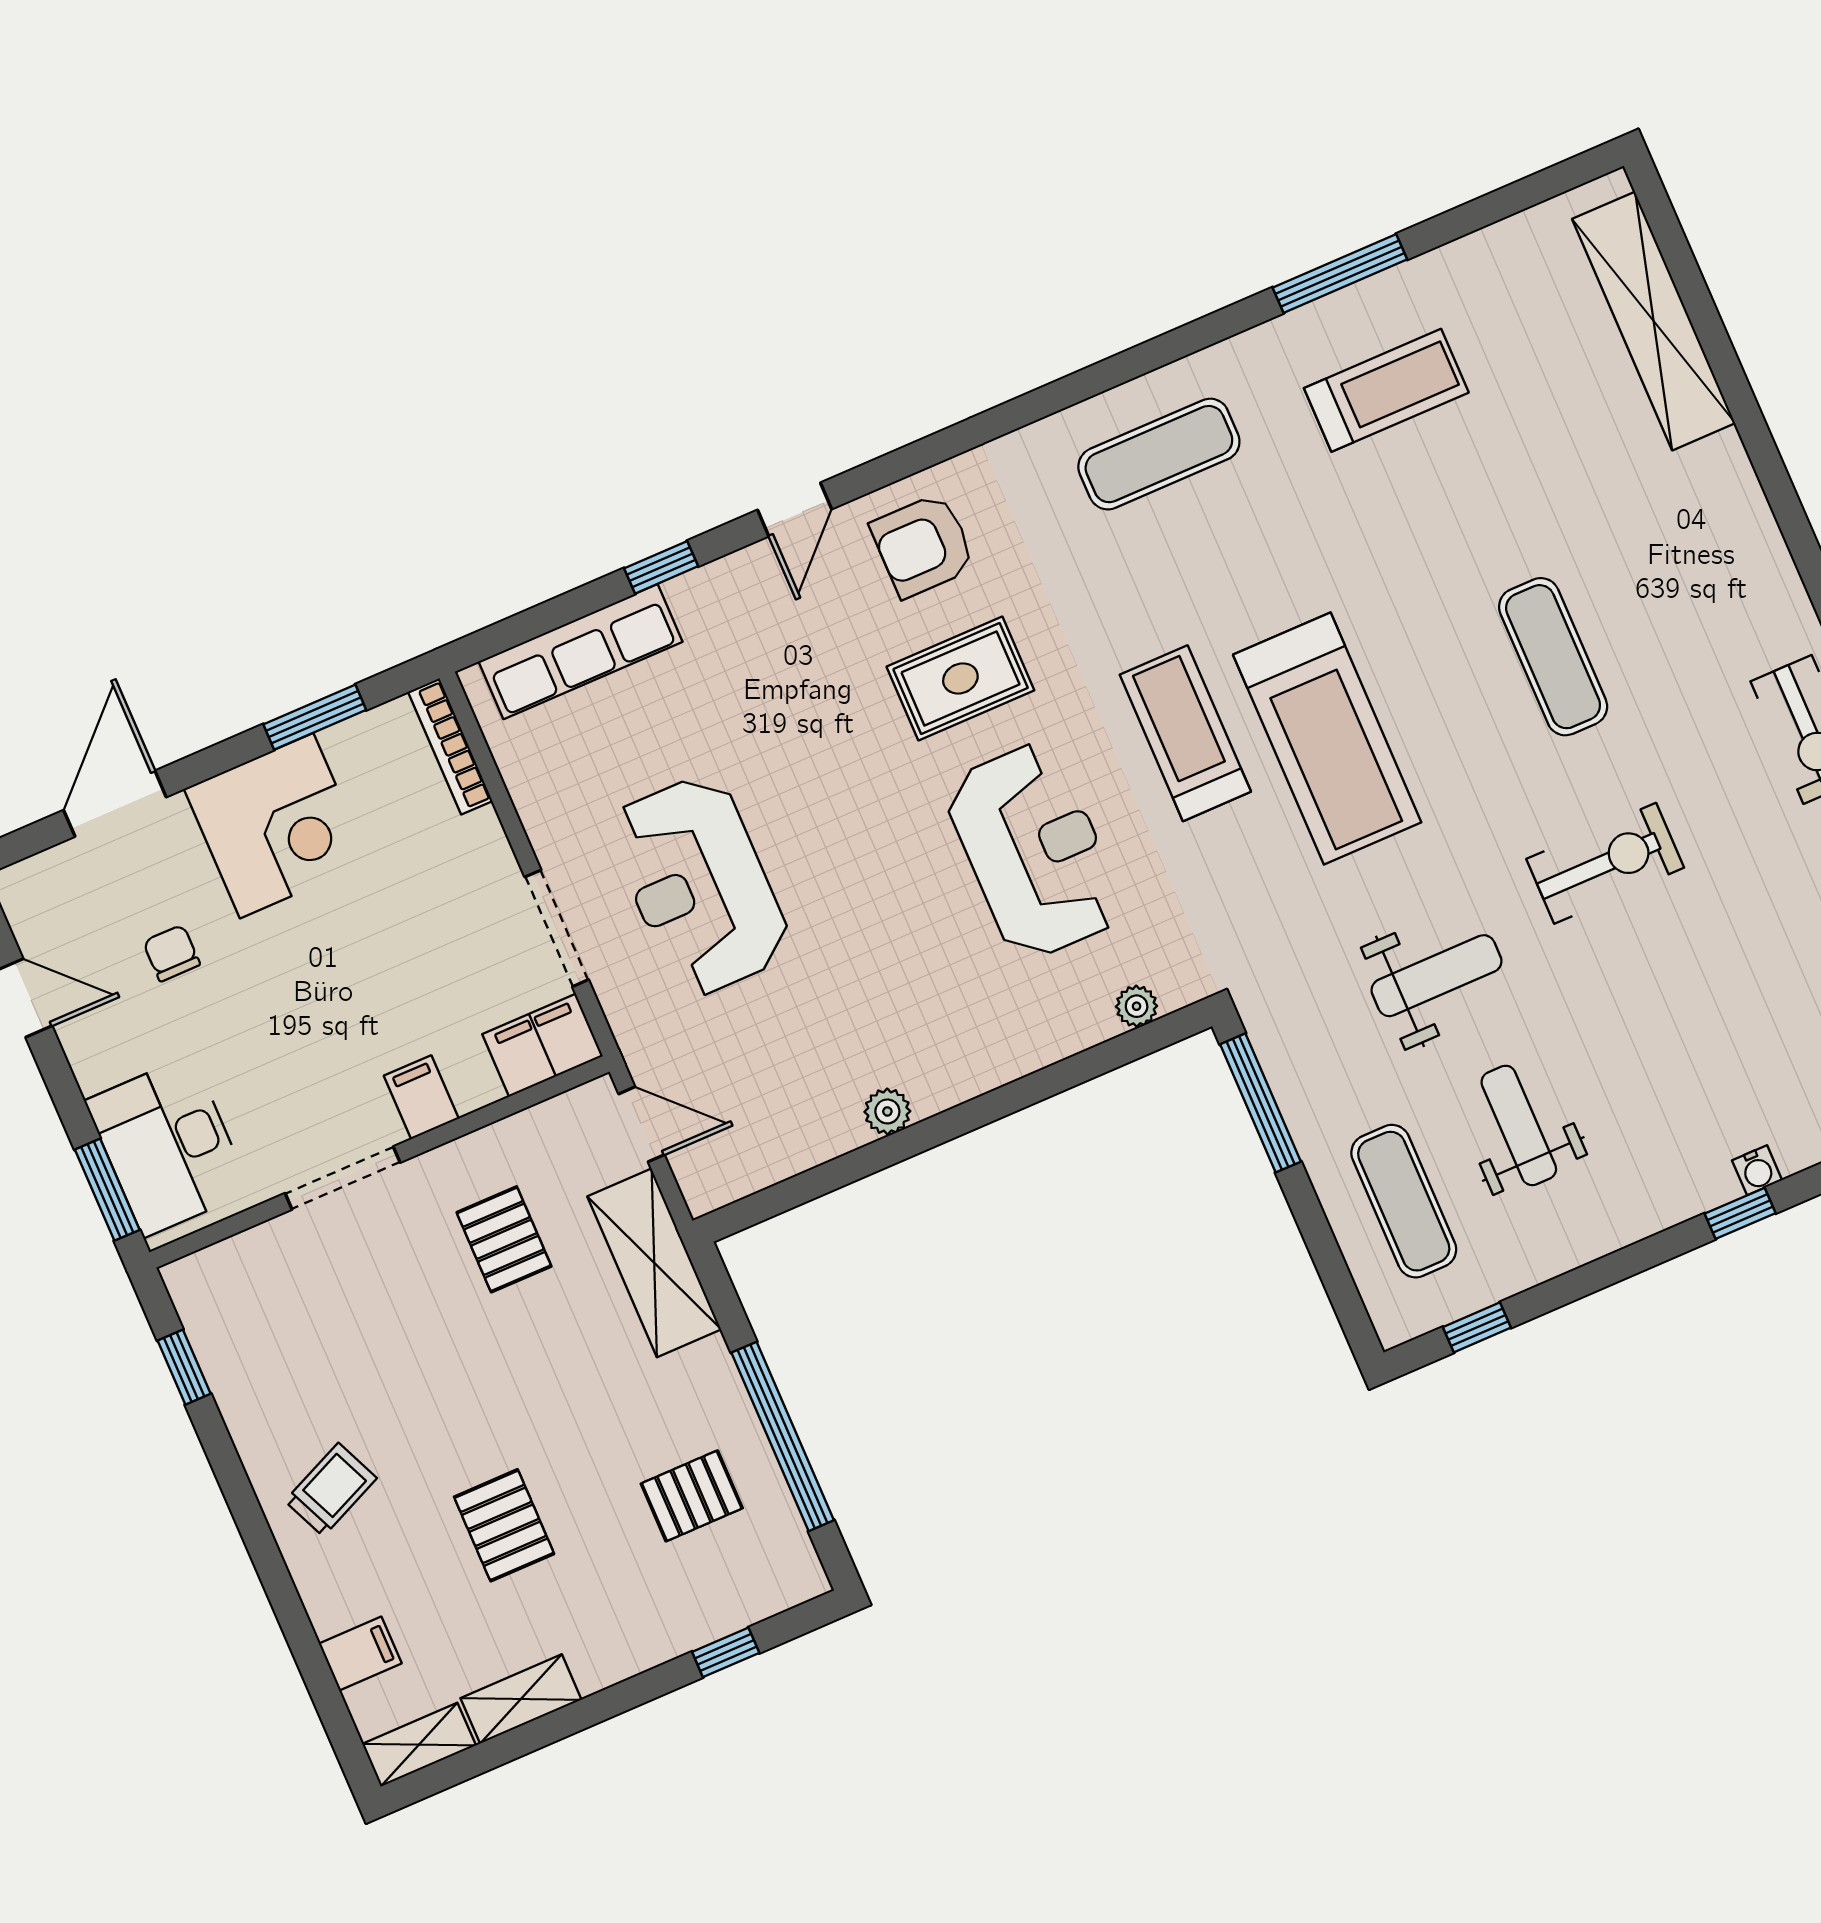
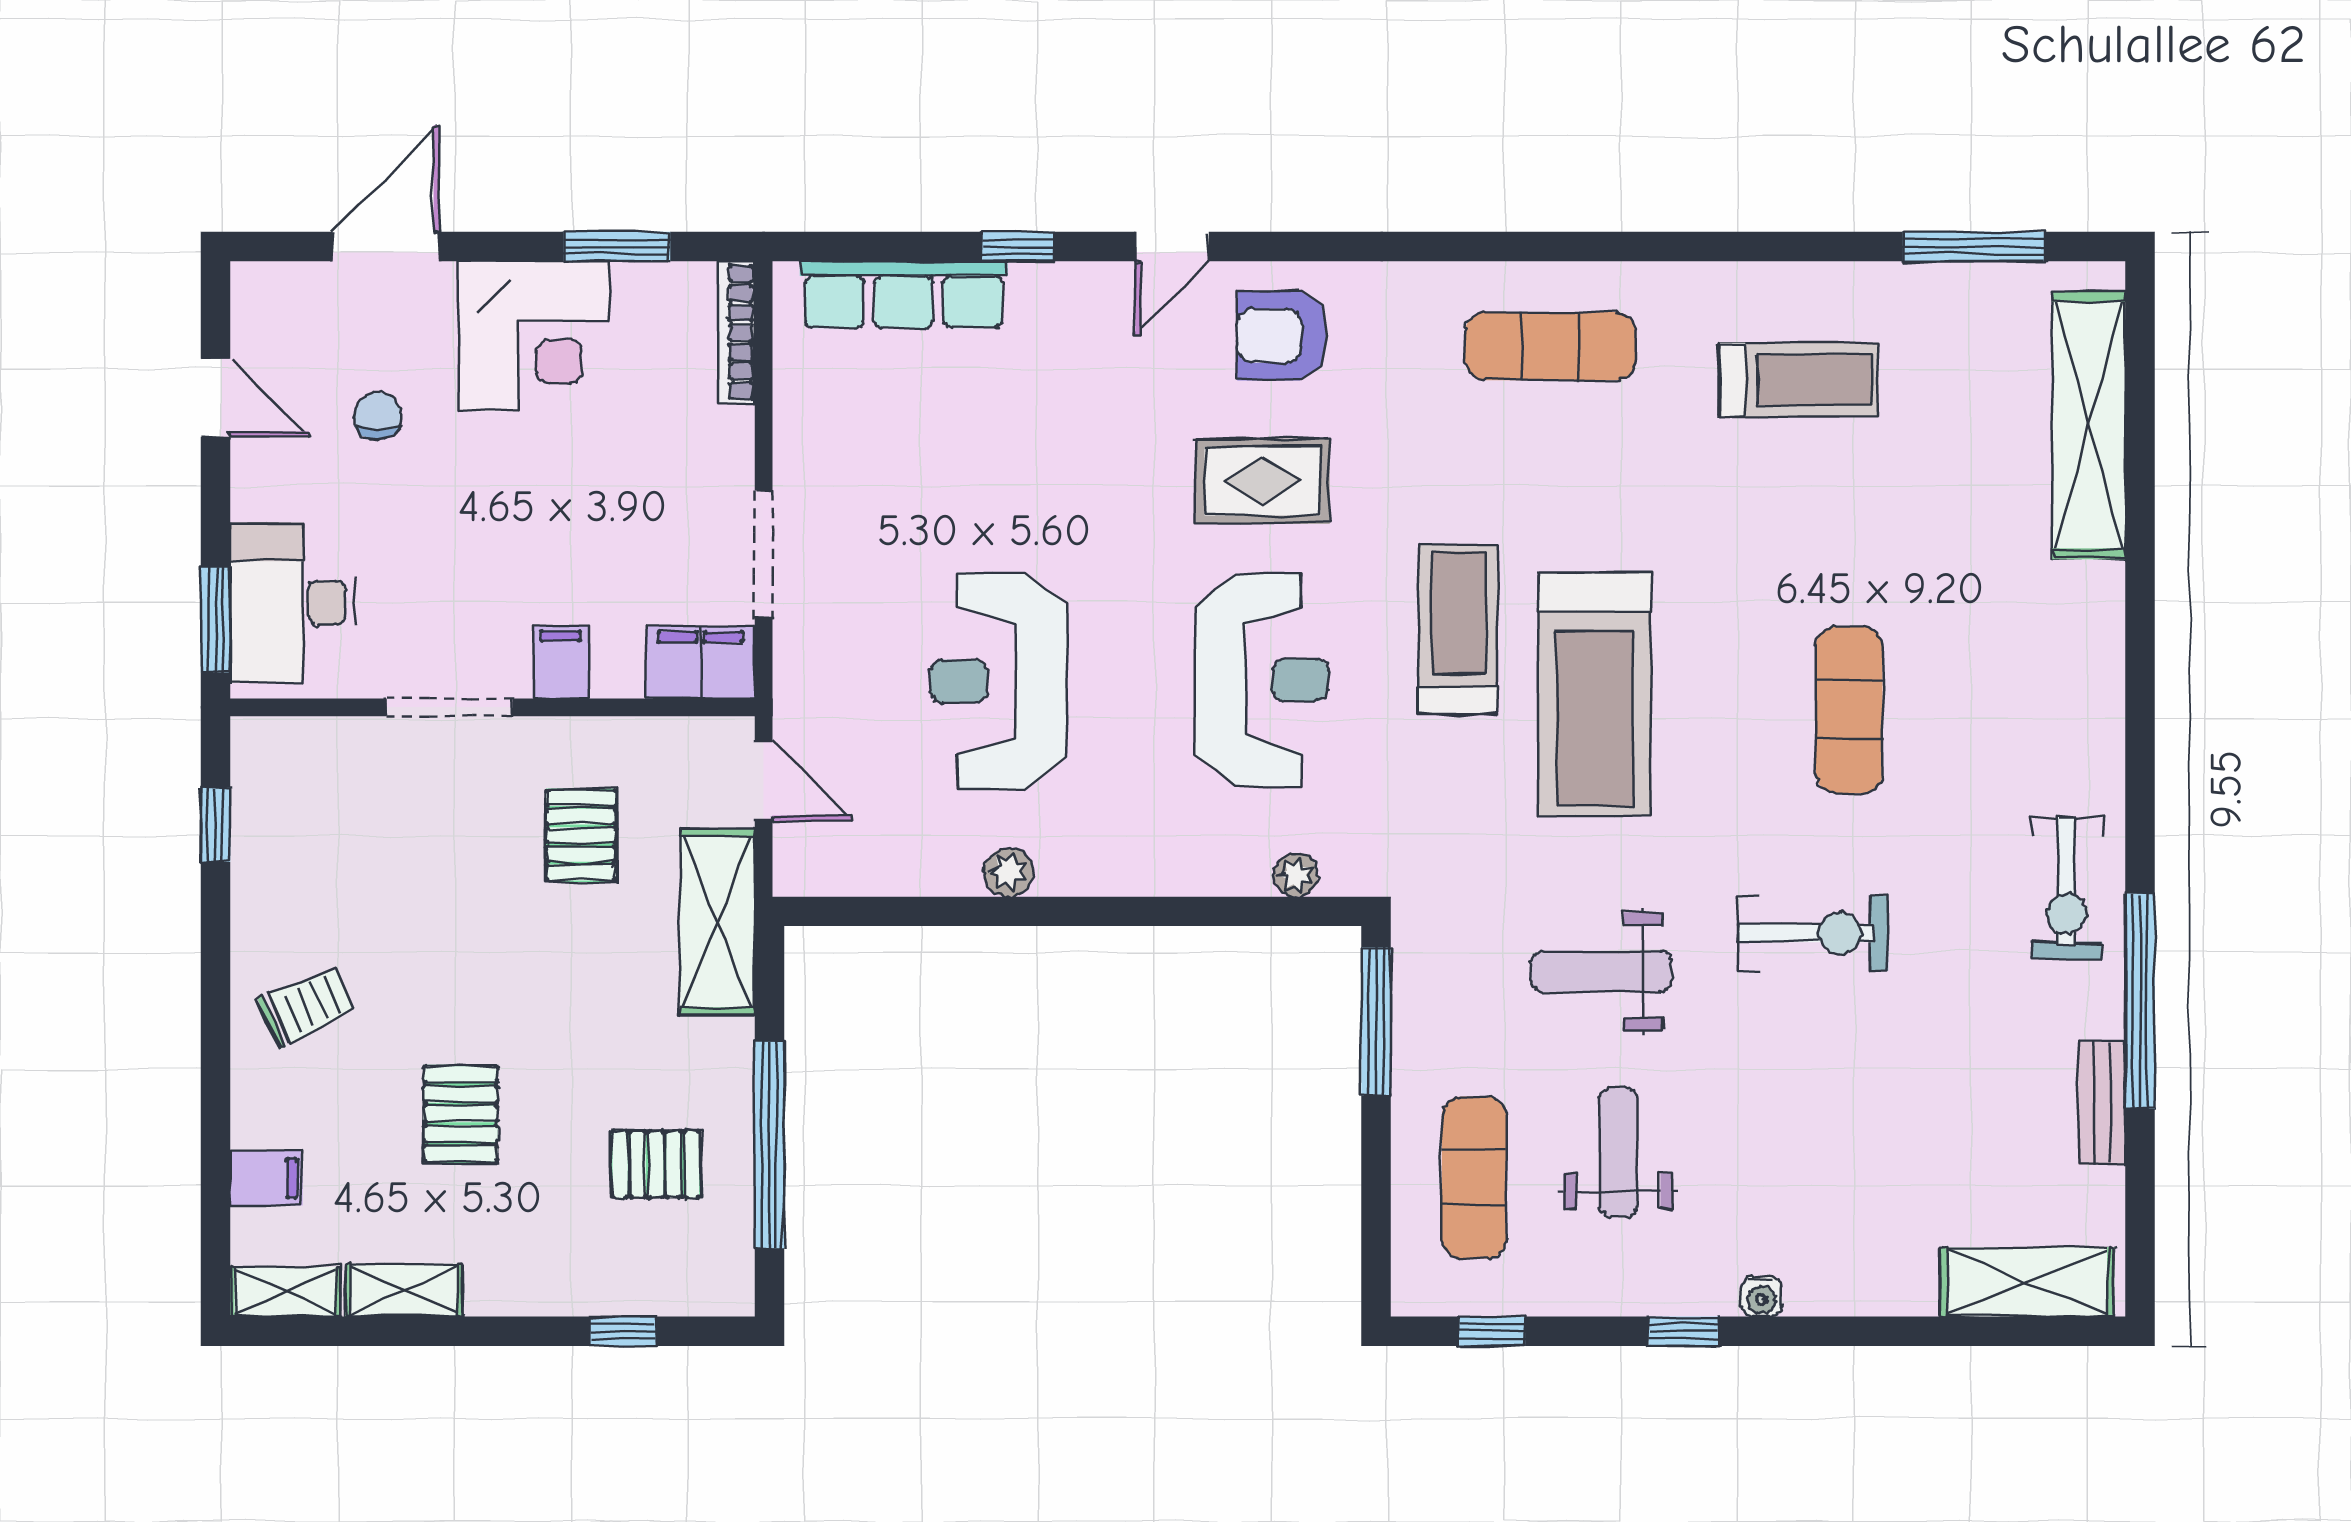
window: (1340, 274) -> (1974, 247), moved
reception desk: (699, 886) -> (998, 681), moved
weight bench: (1437, 976) -> (1601, 972), turned 180
water cooler: (1757, 1170) -> (1761, 1296), moved
window: (1740, 1213) -> (1683, 1331), moved

